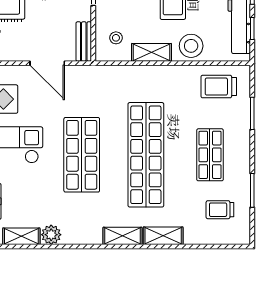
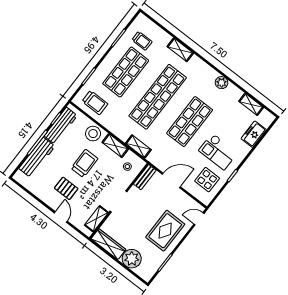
door: (47, 63) -> (171, 180), hinge flipped
shop shelf: (210, 155) -> (126, 72), width x1.43, depth x1.36
plant: (51, 235) -> (222, 83), moved
shelving: (122, 236) -> (138, 146), moved

